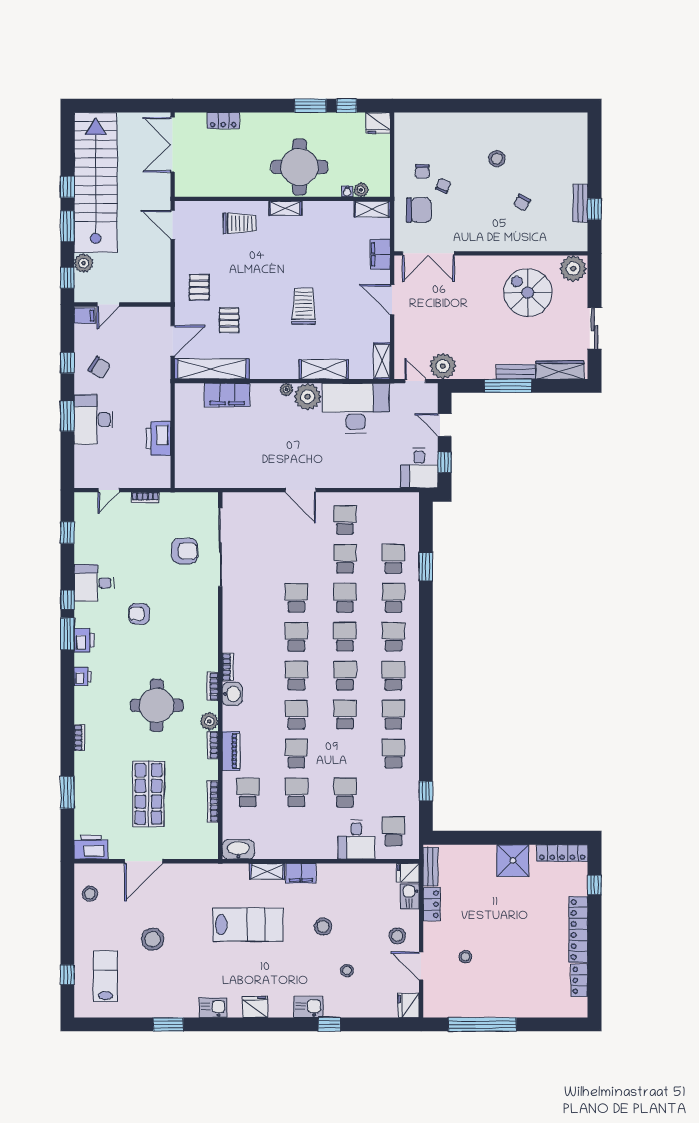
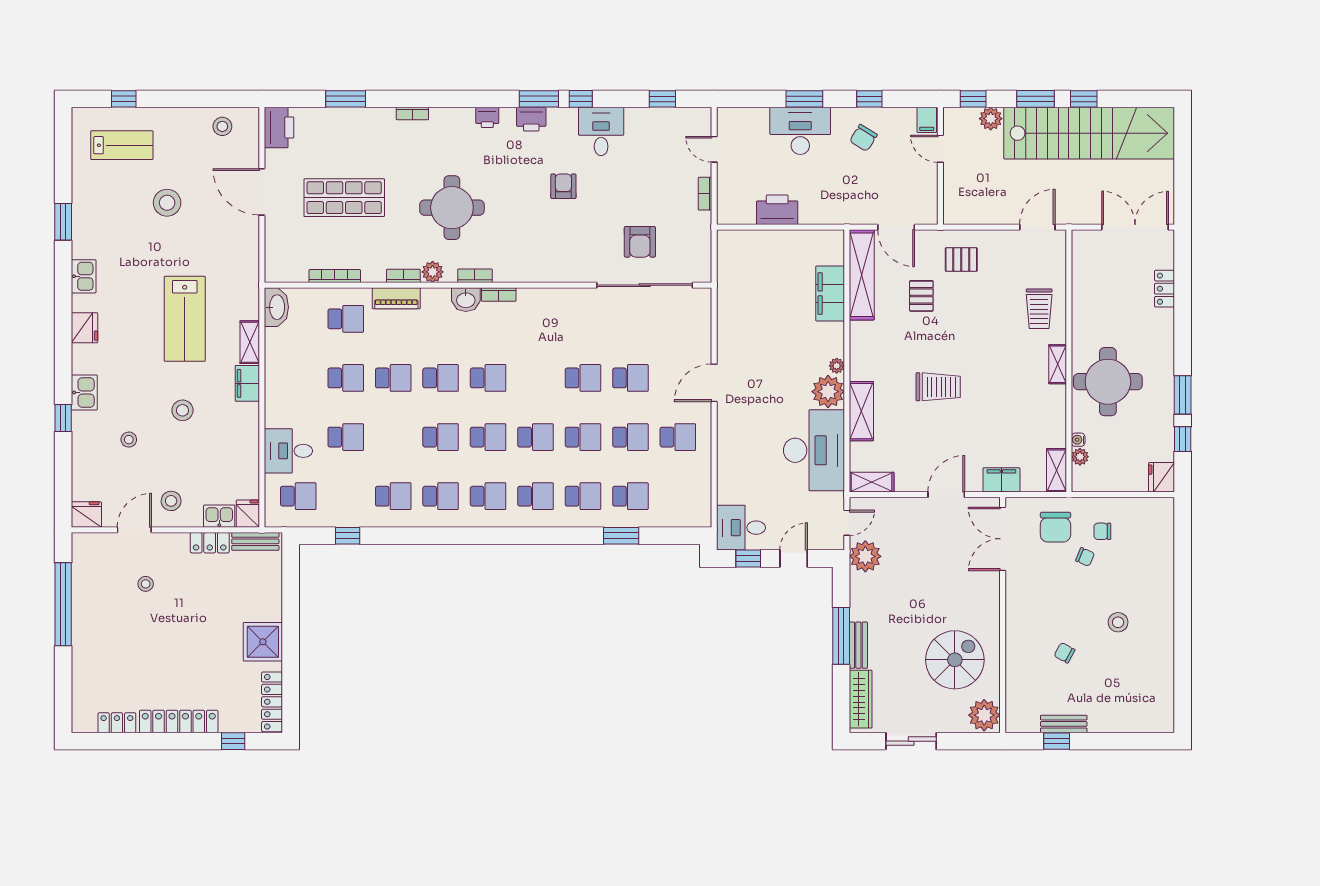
pallet: (229, 320) -> (921, 296), turned 90
school desk: (296, 637) -> (630, 378), moved

